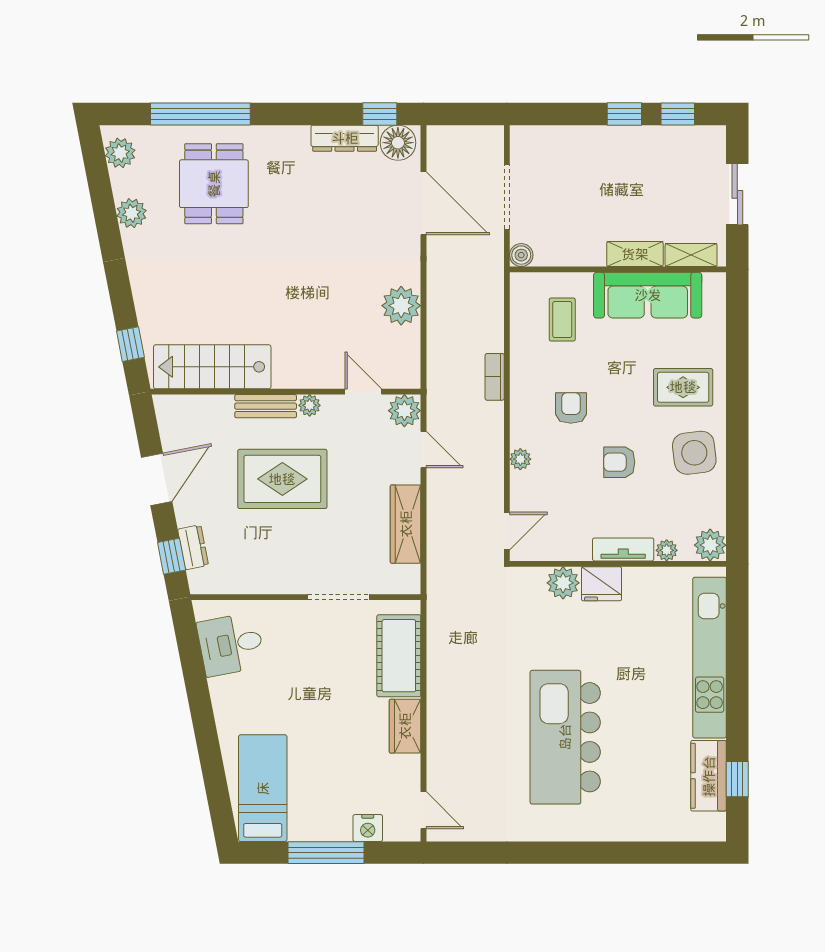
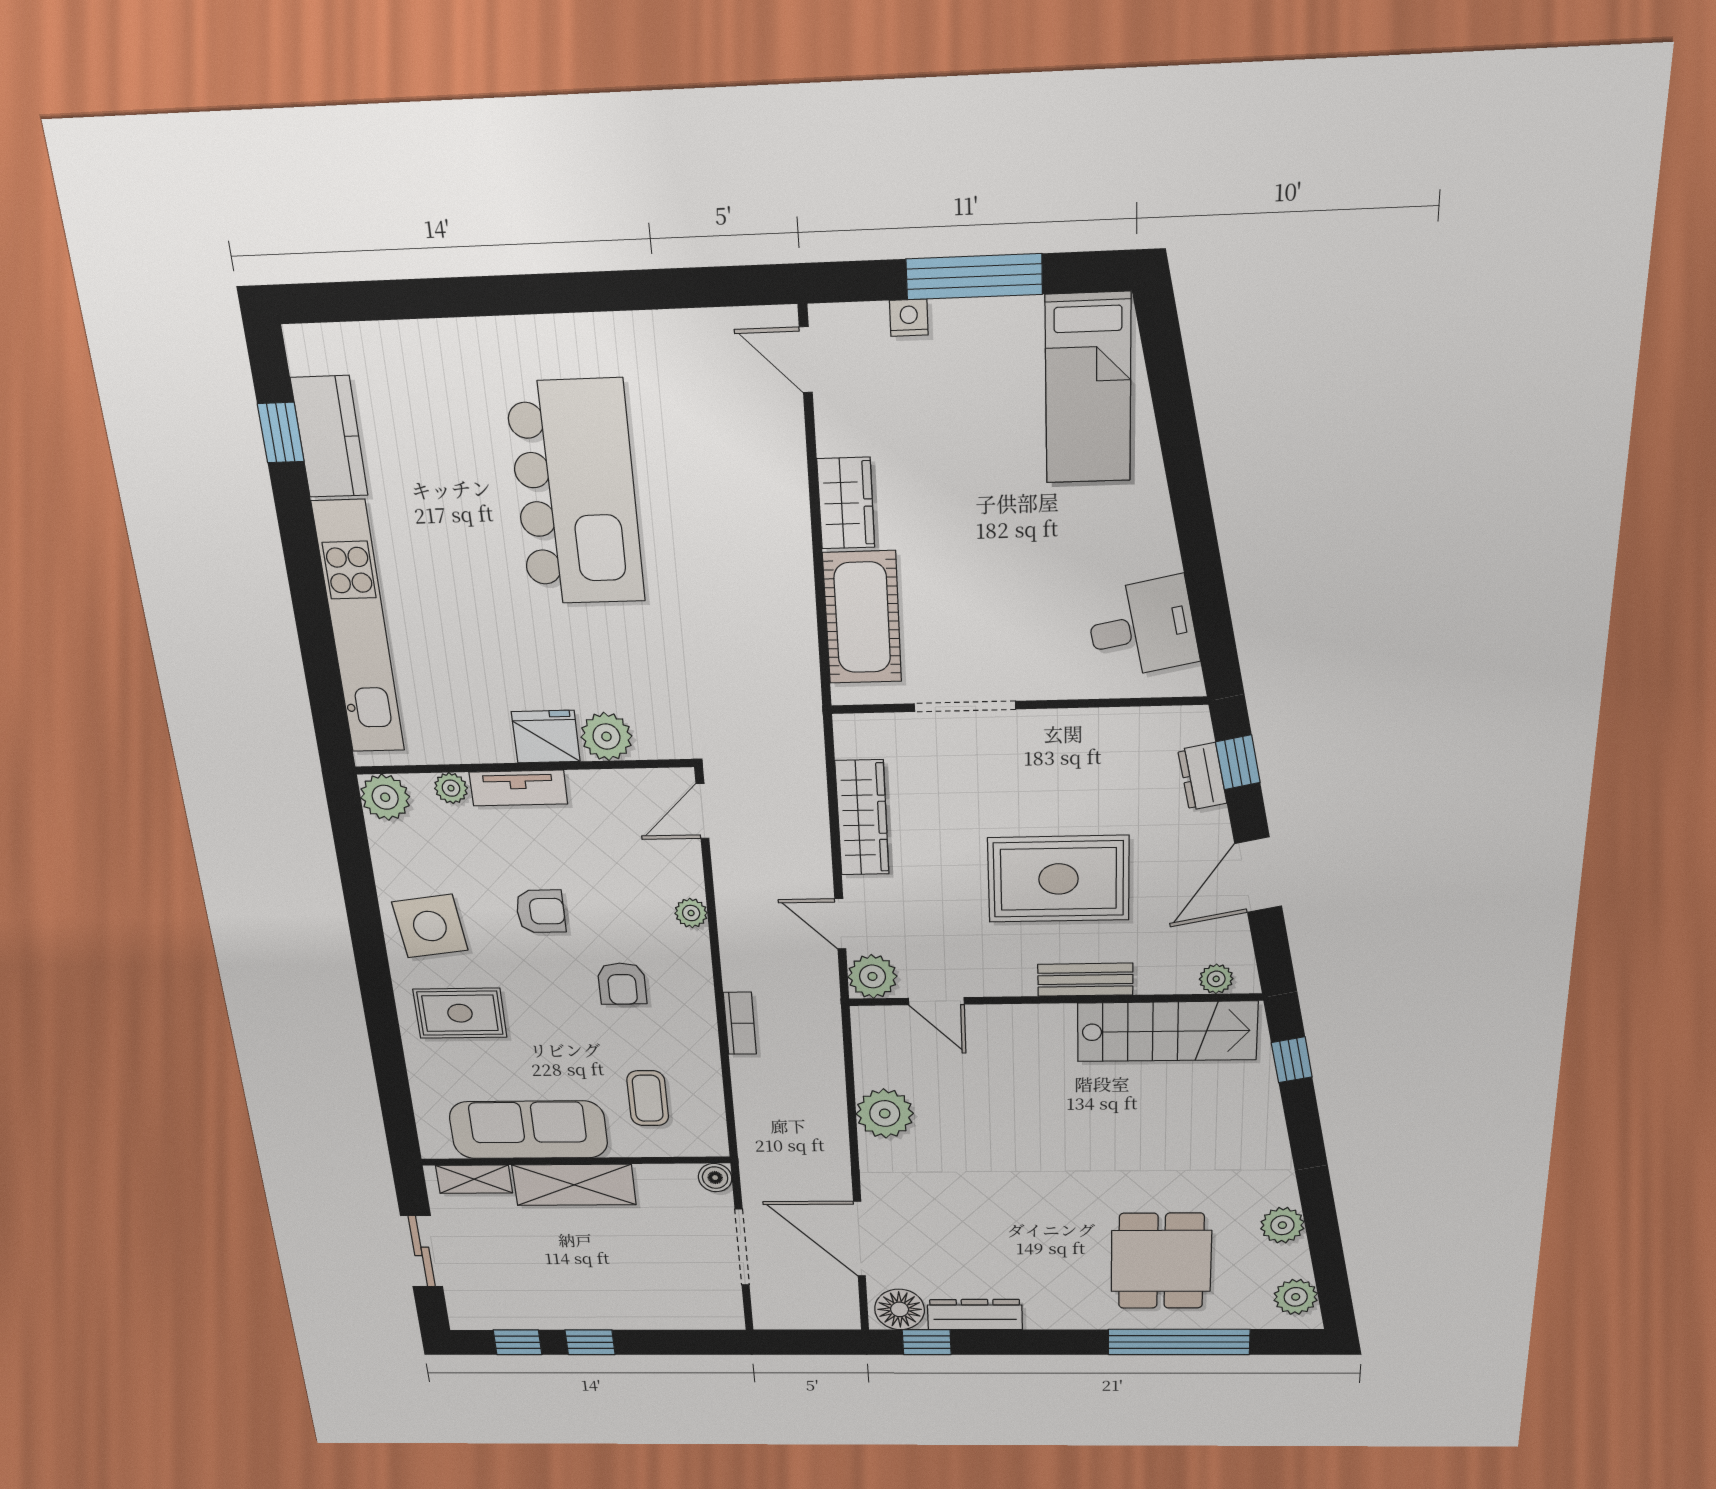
shelving: (635, 254) -> (574, 1185), width x1.50, depth x1.33
plant: (310, 405) -> (1216, 979), moved
nightstand: (368, 828) -> (909, 318), width x0.72, depth x0.74

